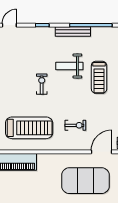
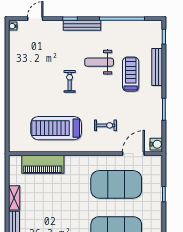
bench: (73, 31) -> (82, 25), moved
treadmill: (99, 77) -> (131, 74), turned 180
treadmill: (29, 128) -> (56, 128), turned 180

